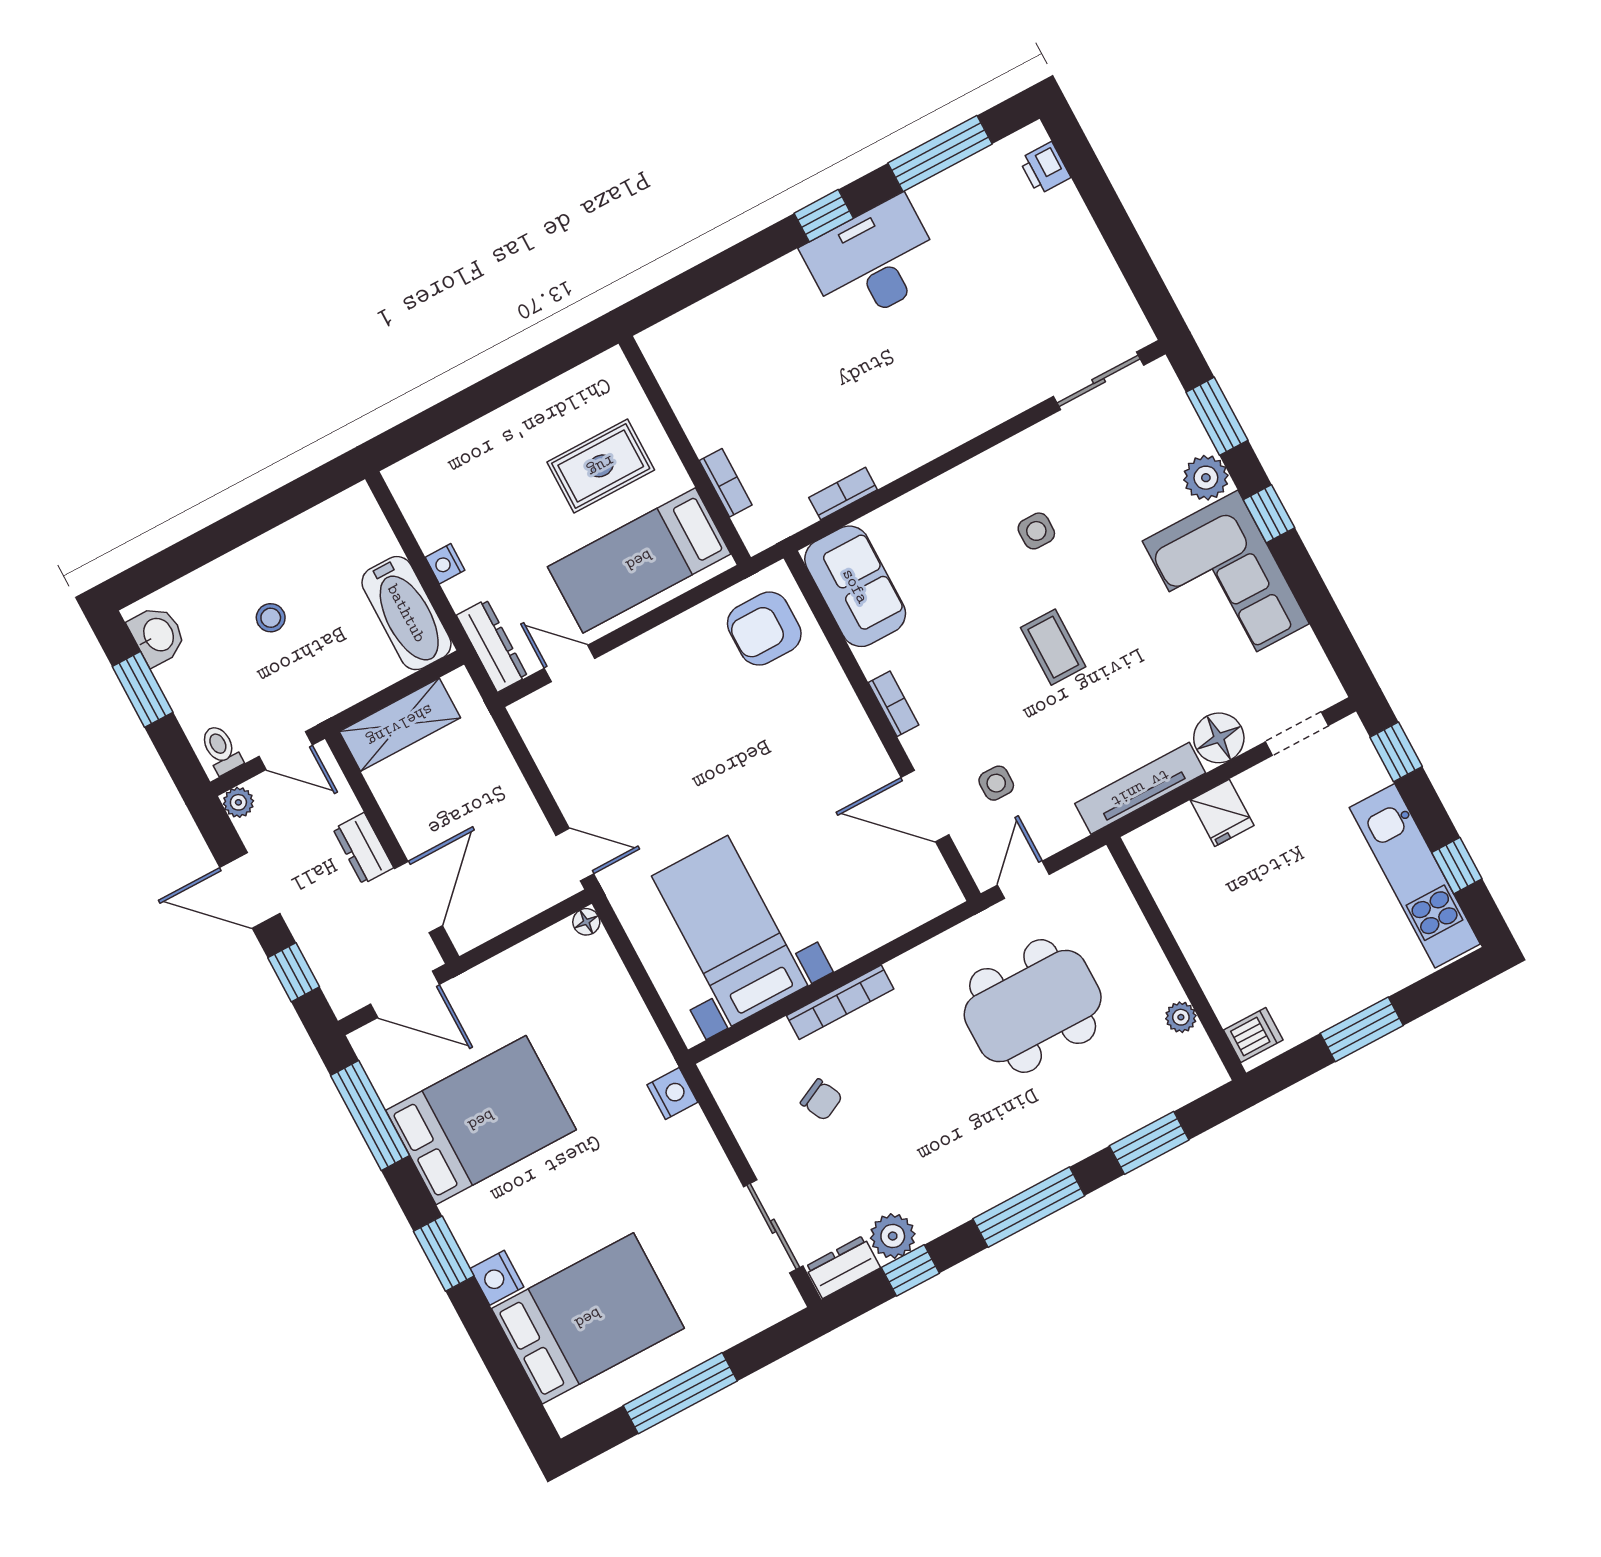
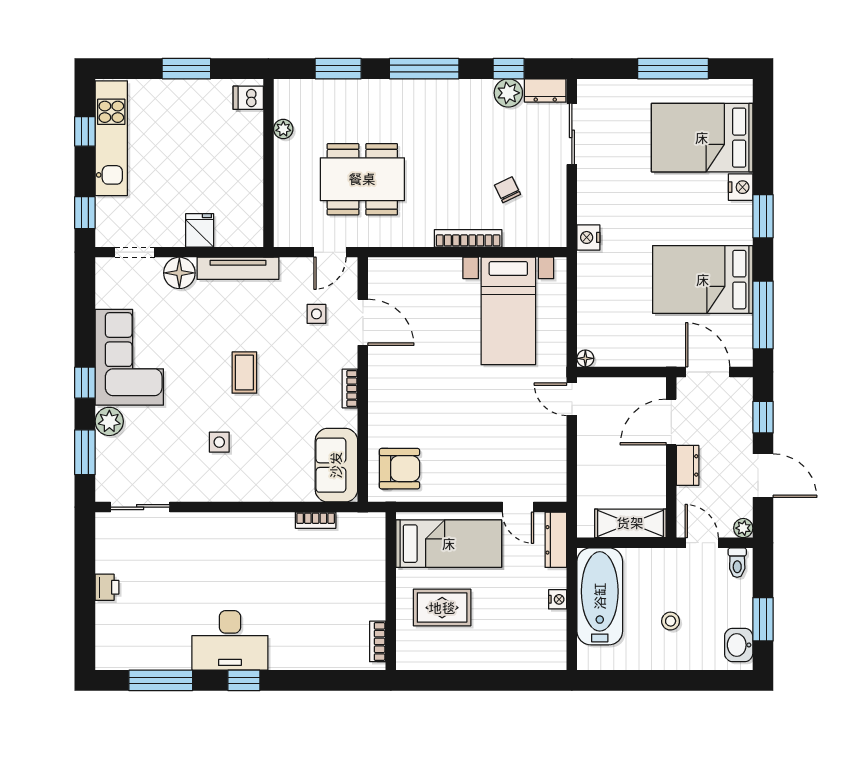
printer: (1045, 168) -> (107, 587), moved
bookcase: (726, 483) -> (378, 641), moved
bathtub: (406, 613) -> (600, 596), width x1.36, depth x1.36

